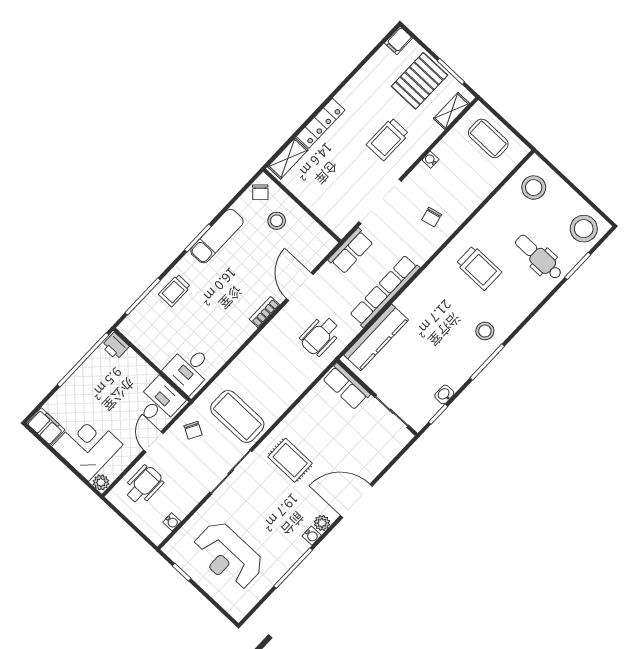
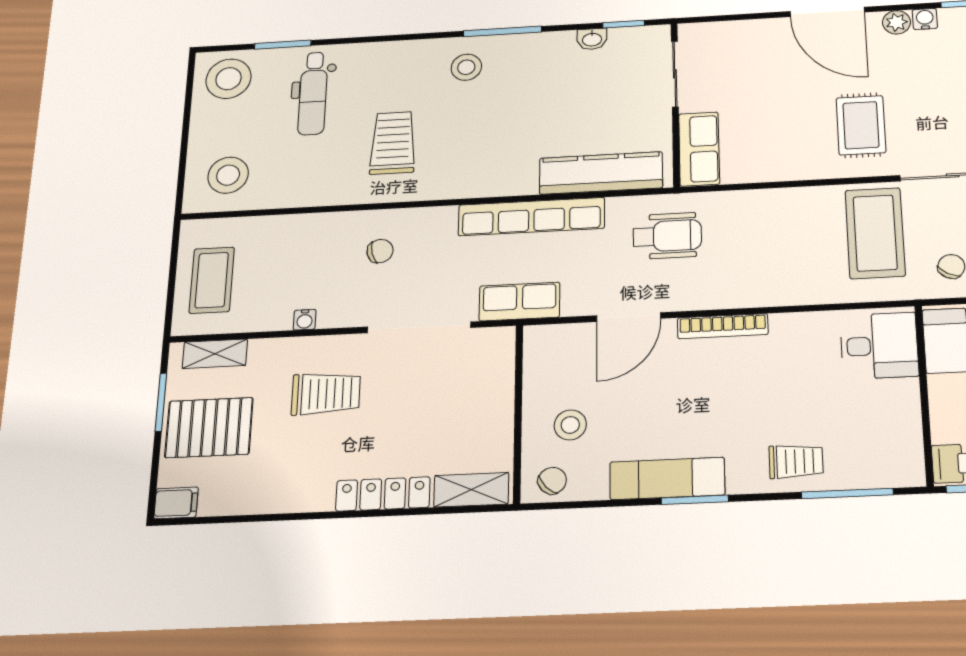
bookcase: (264, 312) -> (723, 326), width x1.56

